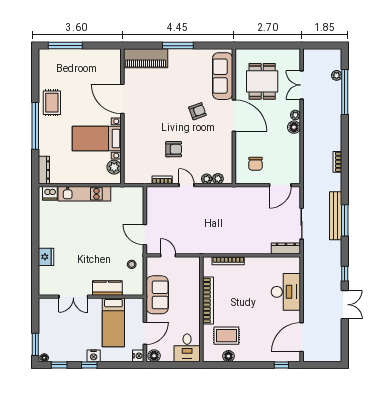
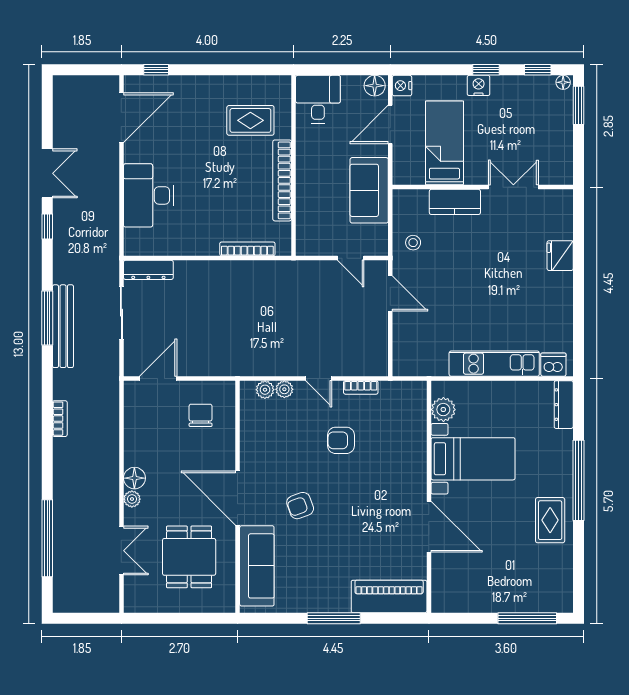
plant: (337, 75) -> (61, 567), removed
double door: (345, 305) -> (47, 173), swing flipped
floor lamp: (228, 356) -> (247, 85), removed

